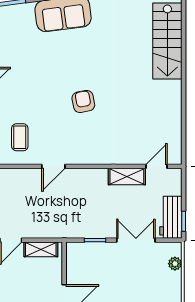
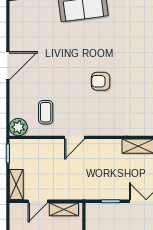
armchair: (83, 101) -> (101, 81), turned -79

